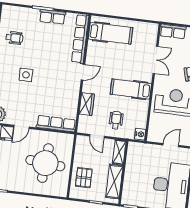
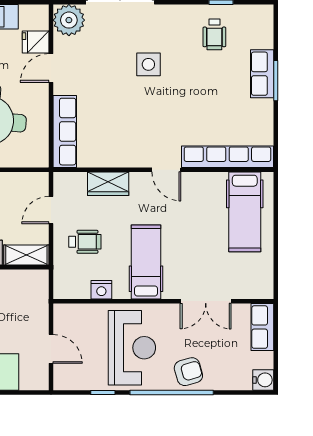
row of seats: (52, 17) -> (262, 74), moved
door: (21, 127) -> (51, 68), hinge flipped
nightstand: (140, 134) -> (101, 290), moved

